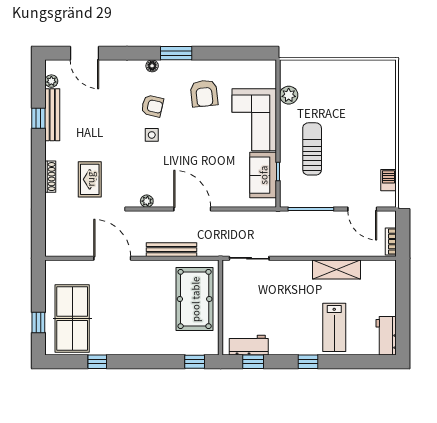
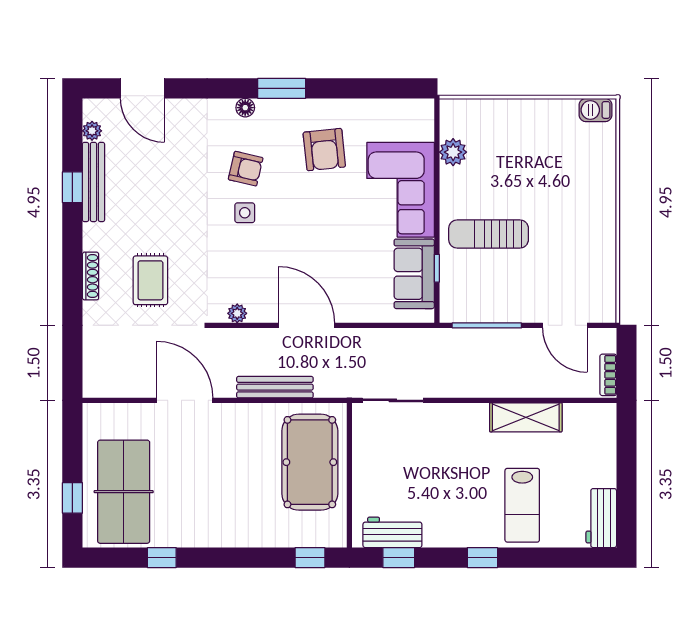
sun lounger: (312, 149) -> (489, 234), turned -90
barbecue: (389, 180) -> (596, 110), moved, turned -90

